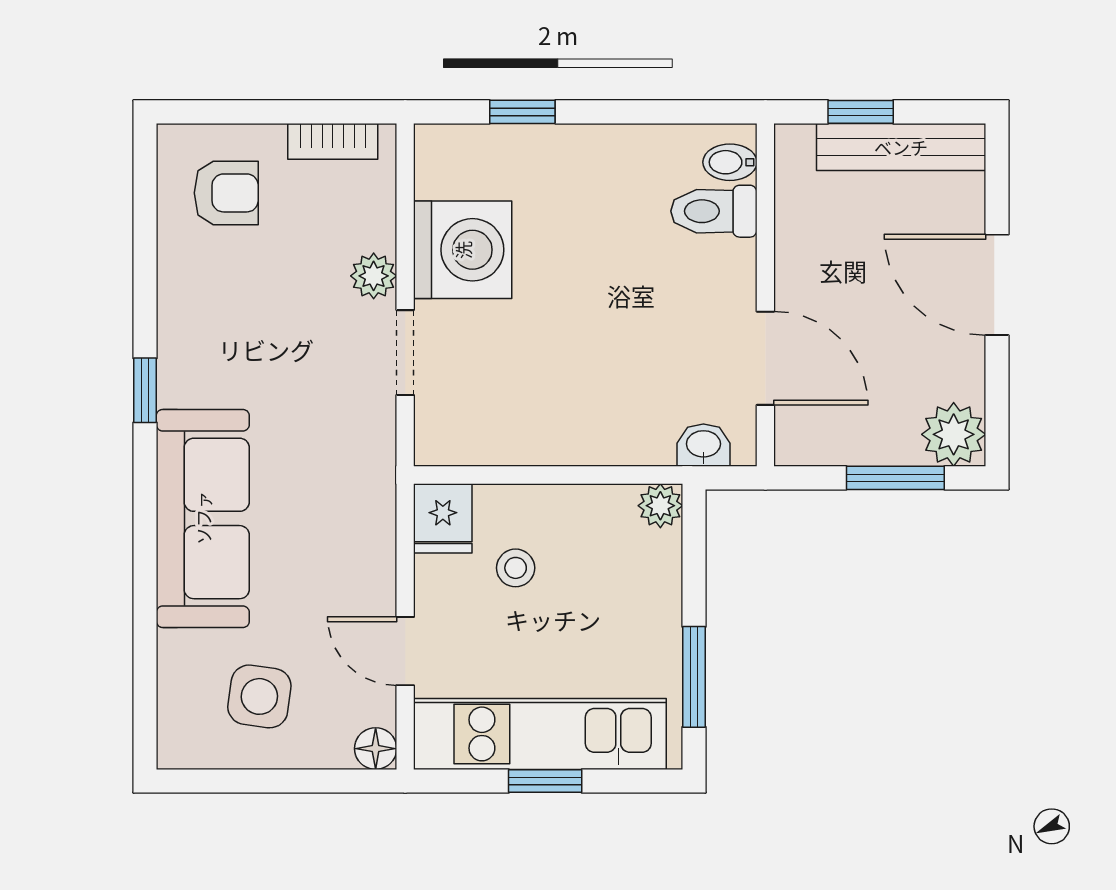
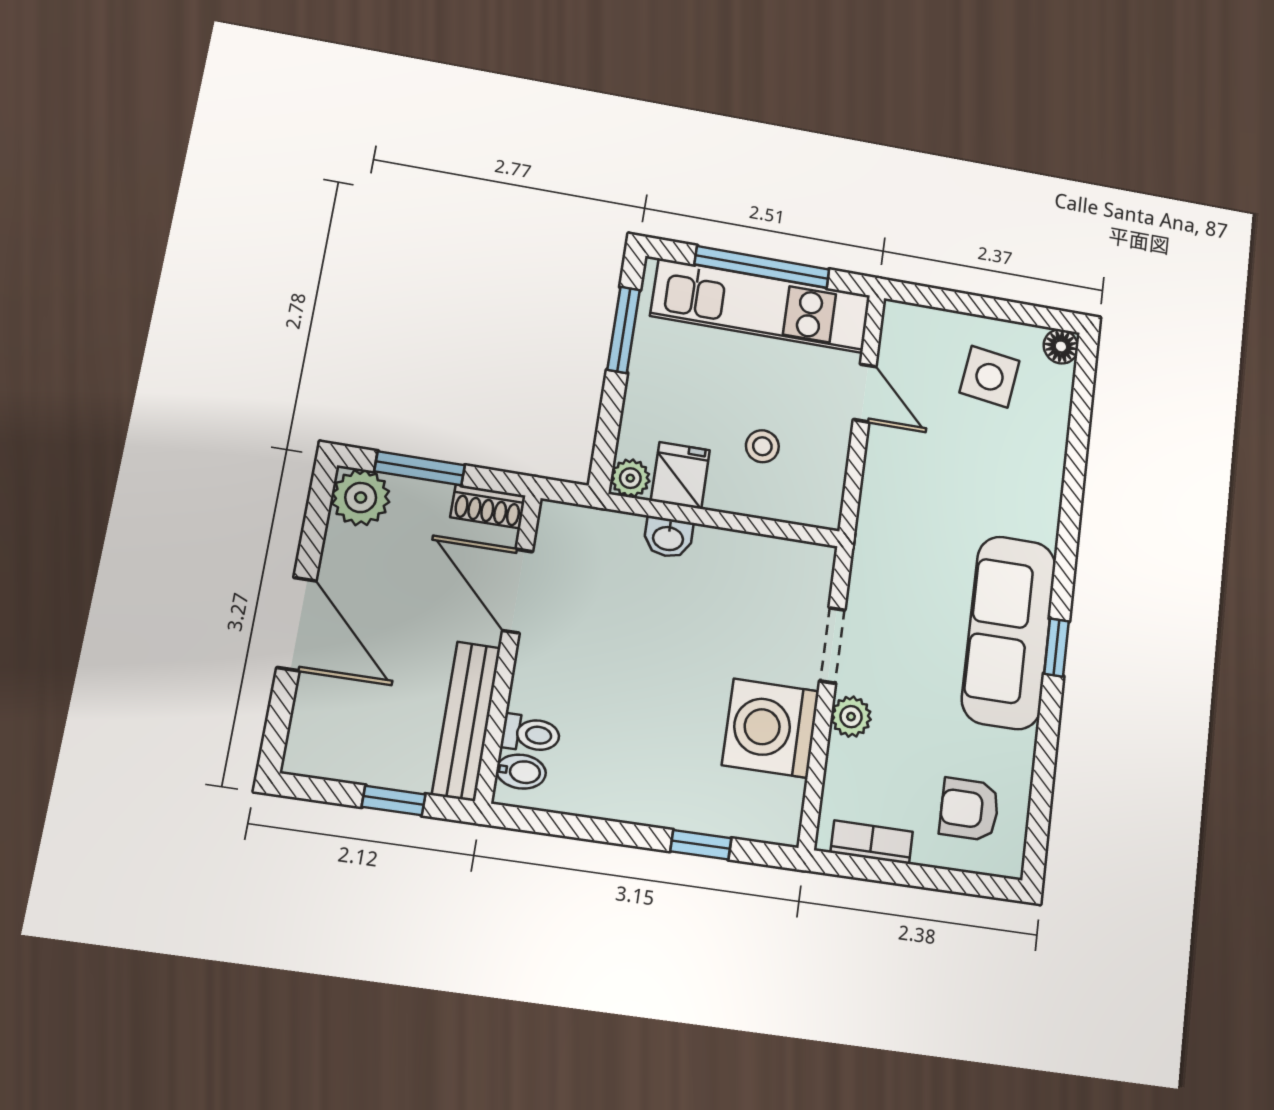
bench: (901, 147) -> (466, 721), moved, turned 90
toilet: (714, 211) -> (531, 734), width x0.73, depth x0.72
washbasin: (703, 445) -> (668, 537), moved
shoe rack: (813, 447) -> (488, 506), added
sofa: (203, 518) -> (1009, 632), moved
fridge: (443, 518) -> (680, 475), moved
floor lamp: (376, 749) -> (1061, 346), moved
window: (545, 781) -> (762, 267), width x2.17

